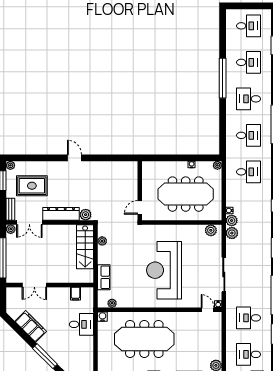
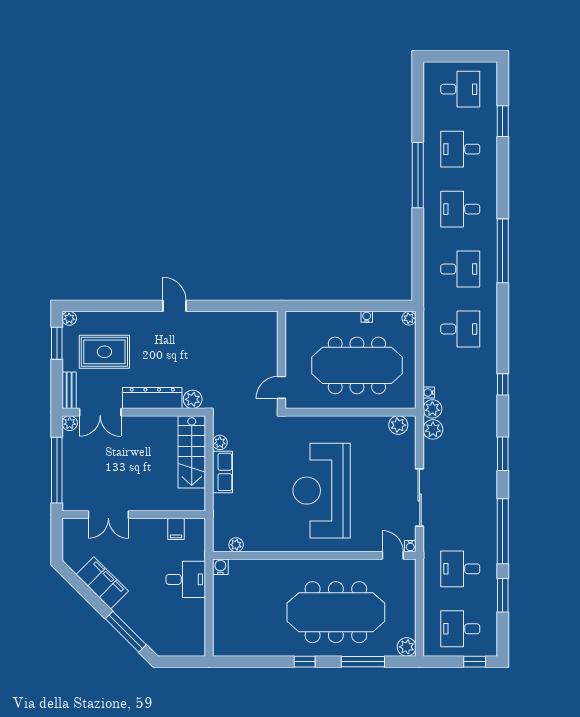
desk: (249, 62) -> (460, 149), turned 180
row of seats: (104, 277) -> (222, 472), moved
meeting table: (144, 339) -> (336, 612), moved

